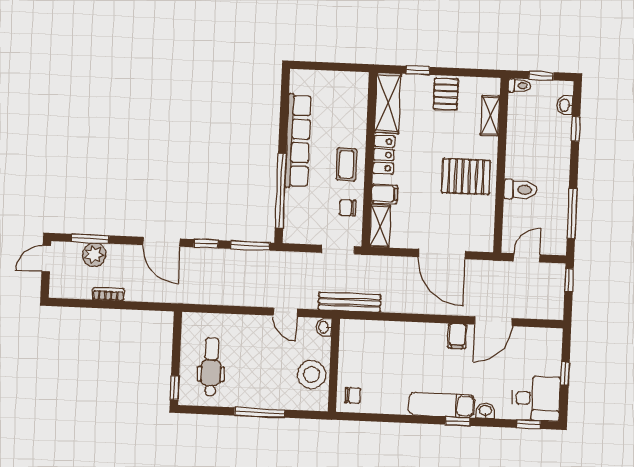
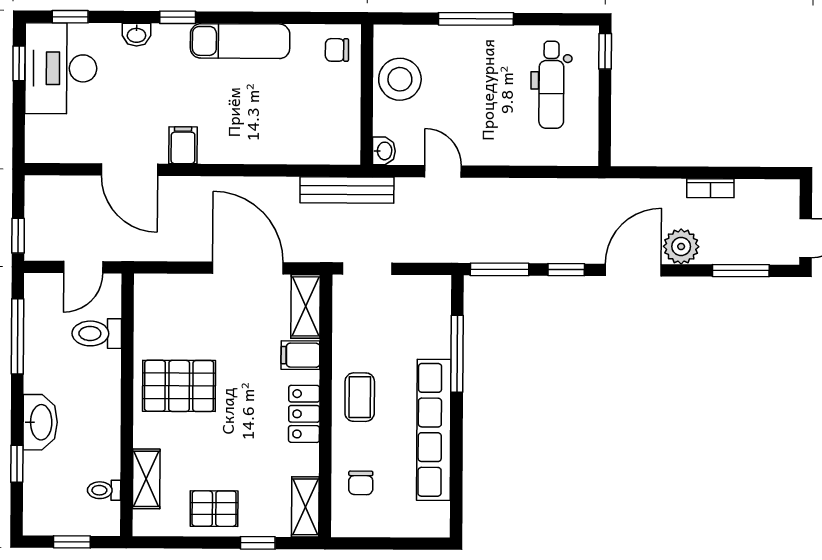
toilet: (519, 86) -> (104, 490), moved
pallet: (446, 94) -> (214, 509), turned 90
shelving: (388, 103) -> (305, 507), width x0.67, depth x0.75
washbasin: (565, 105) -> (40, 422), moved, width x1.91, depth x1.45
toilet: (520, 190) -> (97, 333), moved
window: (281, 191) -> (457, 354), width x0.68
chair: (348, 208) -> (361, 483), moved, turned 90
door: (162, 242) -> (633, 270), hinge flipped
door: (442, 254) -> (248, 268), moved
plant: (94, 255) -> (681, 246), moved
door: (493, 321) -> (129, 170), swing flipped
window: (565, 374) -> (19, 63), moved
desk: (536, 399) -> (61, 68), width x1.37
exam couch: (442, 405) -> (240, 41), moved

